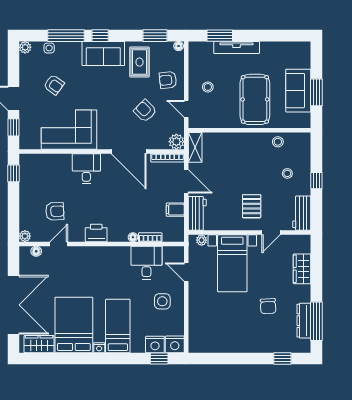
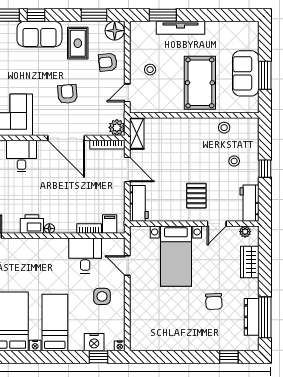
floor lamp: (179, 46) -> (115, 31), width x1.89, depth x1.89
door: (186, 109) -> (127, 93), hinge flipped
armchair: (145, 111) -> (67, 94), moved, turned 41
filing cabinet: (175, 210) -> (110, 224), moved, turned 90
floor lamp: (133, 237) -> (49, 229), moved
plant: (202, 240) -> (245, 232), moved
nightstand: (175, 344) -> (120, 346), width x0.53, depth x0.56

